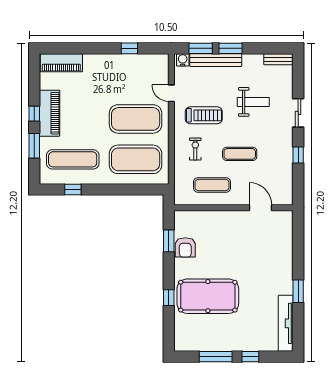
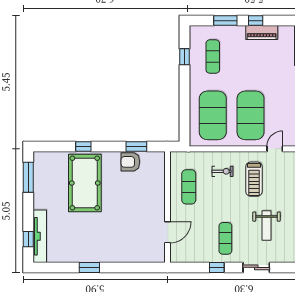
piano: (50, 113) -> (262, 33), width x0.73, depth x0.75
exercise mat: (240, 154) -> (225, 238), moved
exercise mat: (73, 159) -> (213, 57), width x0.73, depth x0.69
tv unit: (286, 323) -> (40, 236), moved, turned 90
window: (216, 357) -> (28, 177), moved
window: (250, 357) -> (28, 239), moved

